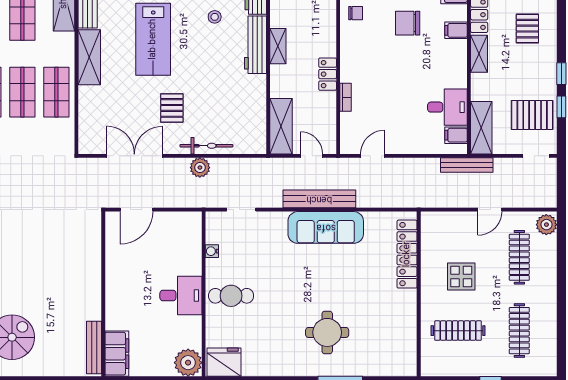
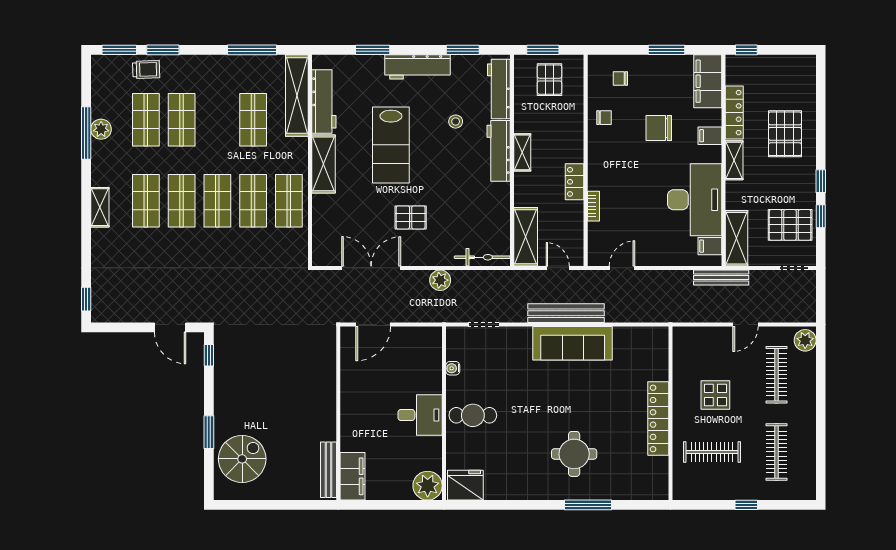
pallet: (527, 29) -> (785, 134), width x1.50, depth x1.42
desk: (447, 107) -> (695, 200), width x1.87, depth x1.30
pallet: (172, 108) -> (411, 217), turned 90
bicycle: (206, 146) -> (482, 257), moved
locker: (407, 254) -> (658, 418), moved

